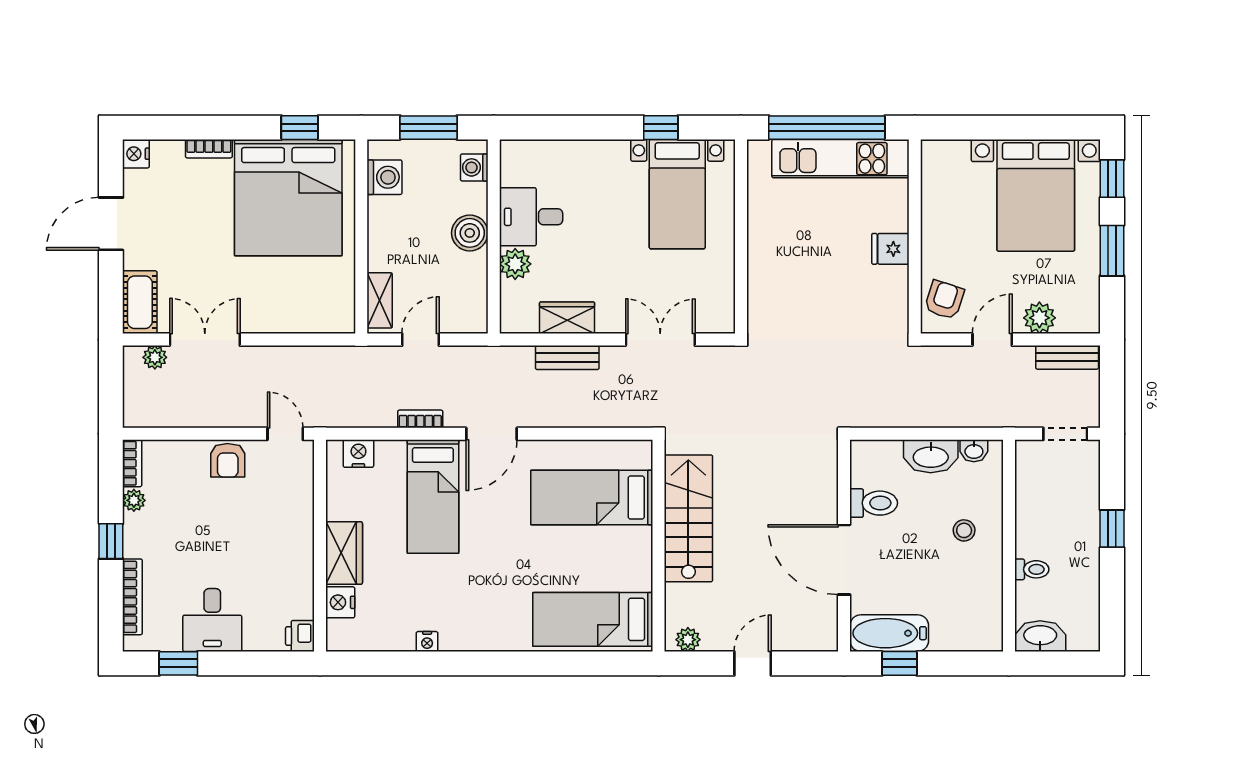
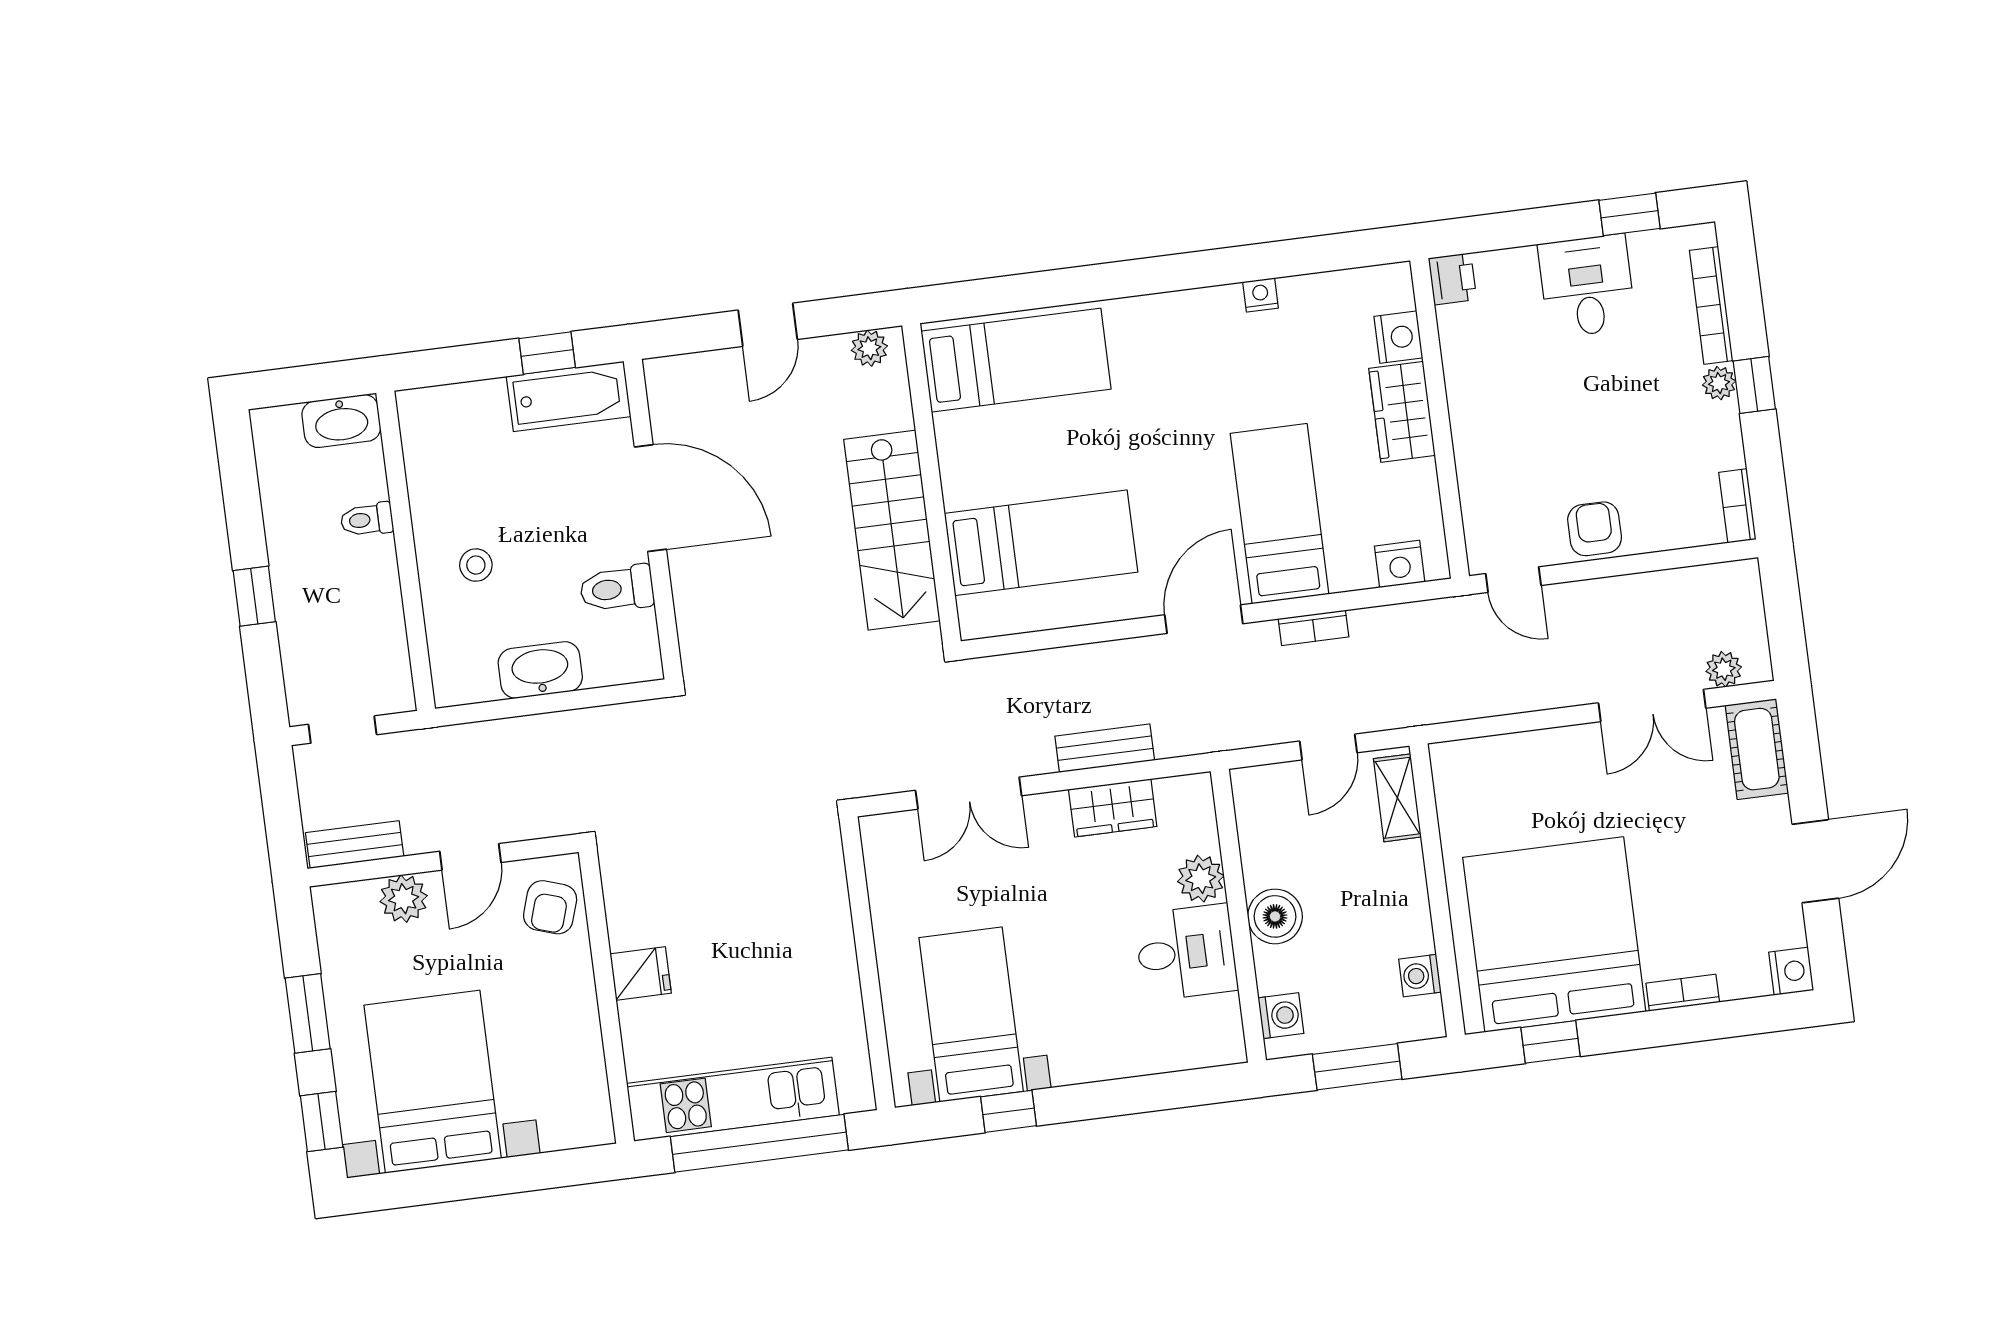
washing machine: (384, 177) -> (1420, 976), width x0.73, depth x0.73
washbasin: (974, 451) -> (476, 686), removed
plant: (134, 500) -> (1719, 383), moved

